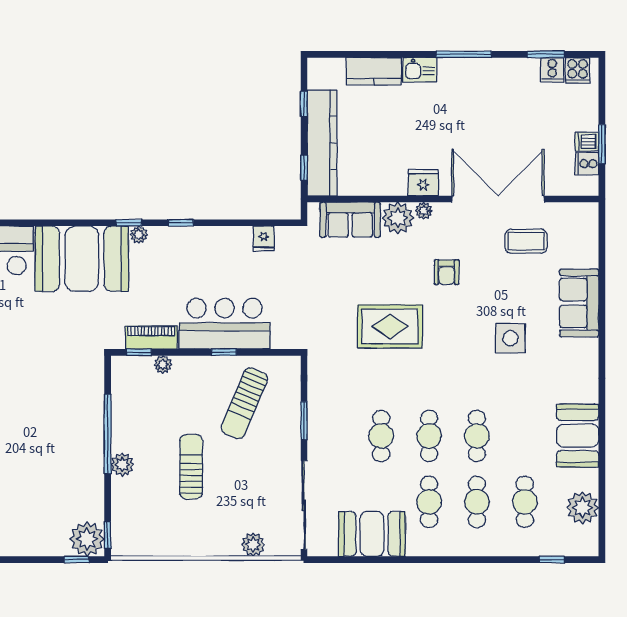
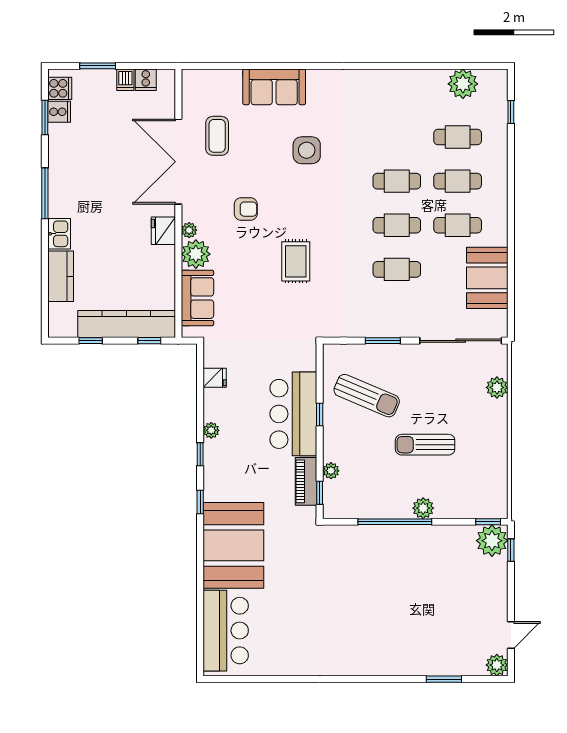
window: (602, 144) -> (98, 66), moved
plant: (139, 235) -> (211, 430), moved
rug: (390, 326) -> (296, 261), width x0.73, depth x0.70
booth: (578, 436) -> (396, 88), removed

